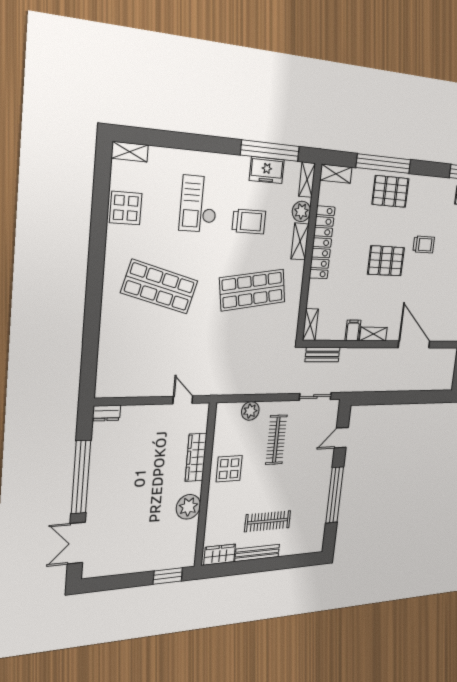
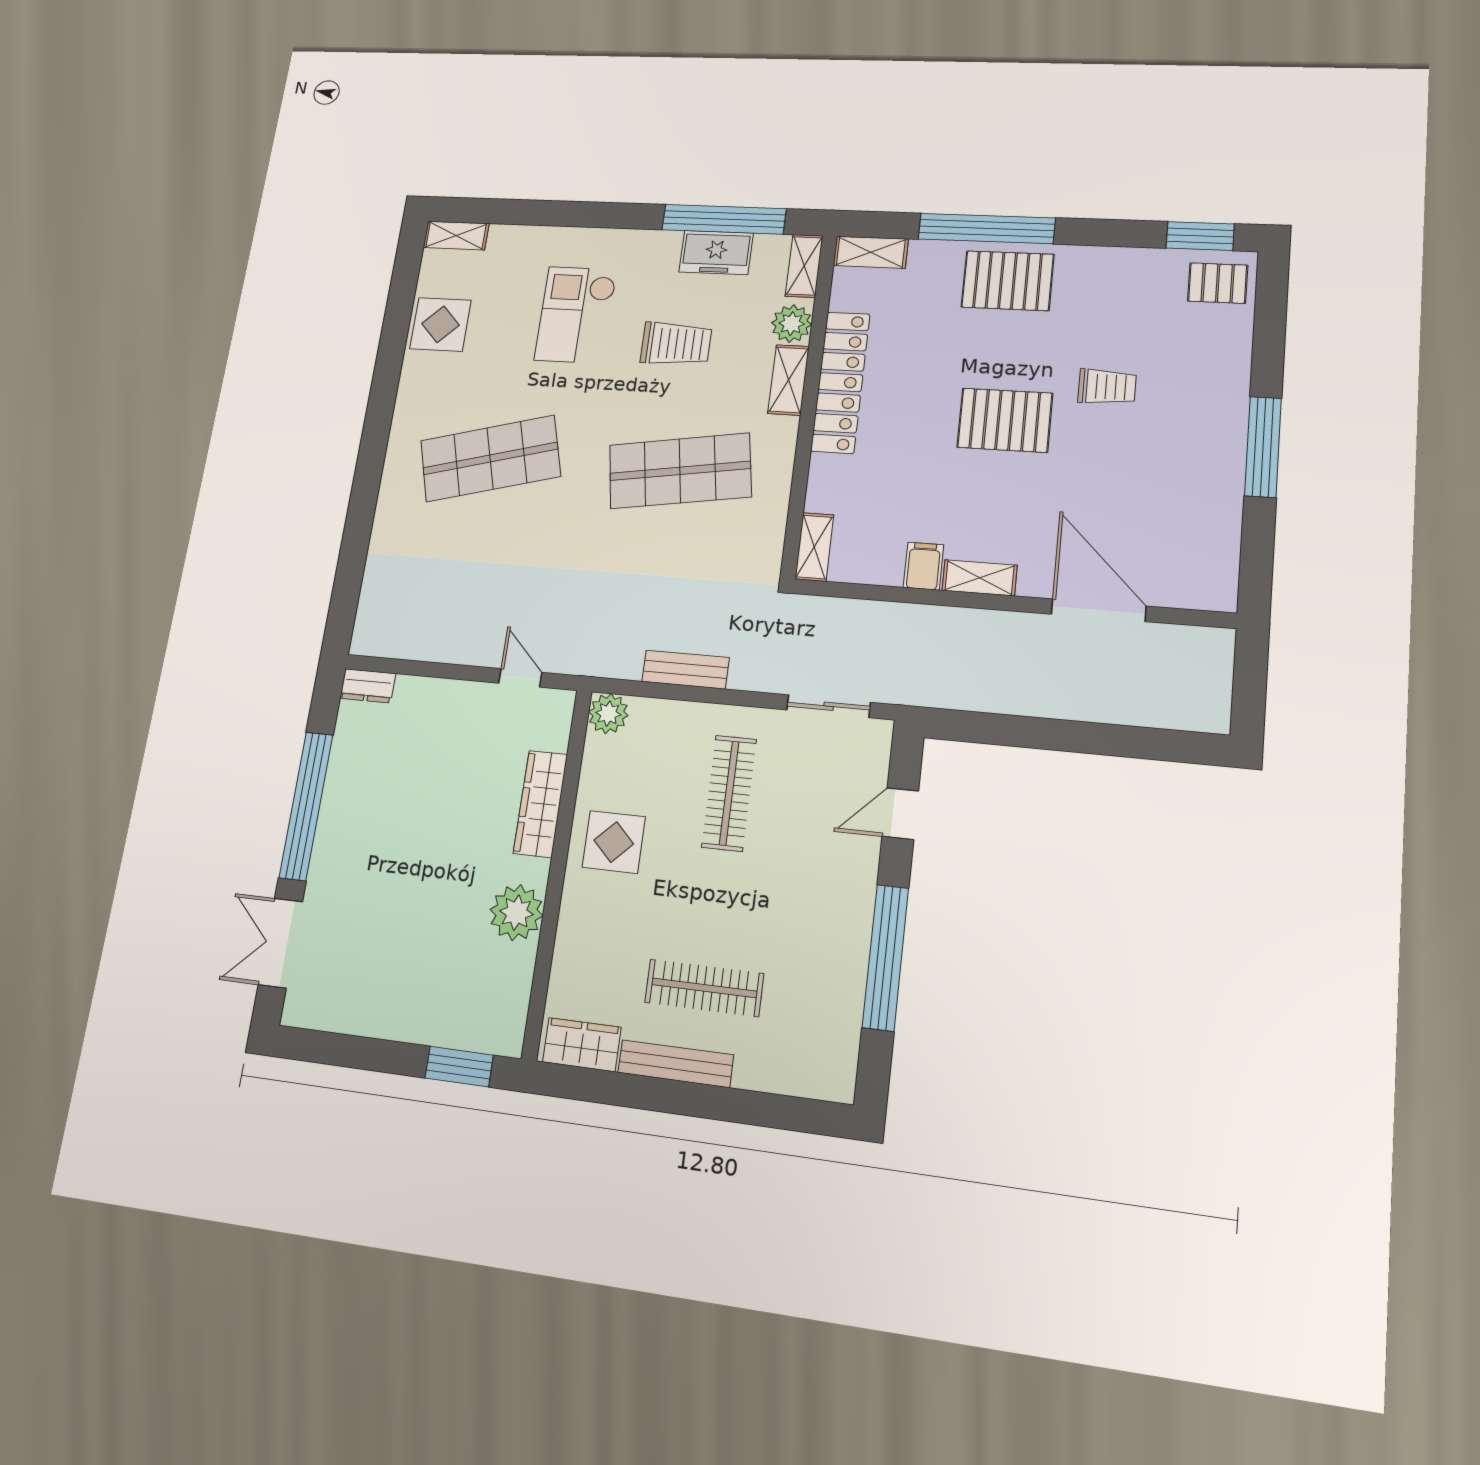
shop shelf: (160, 287) -> (490, 458), turned -30
bench: (322, 355) -> (685, 670), moved
plant: (250, 411) -> (608, 714), moved

